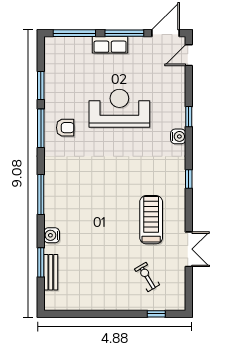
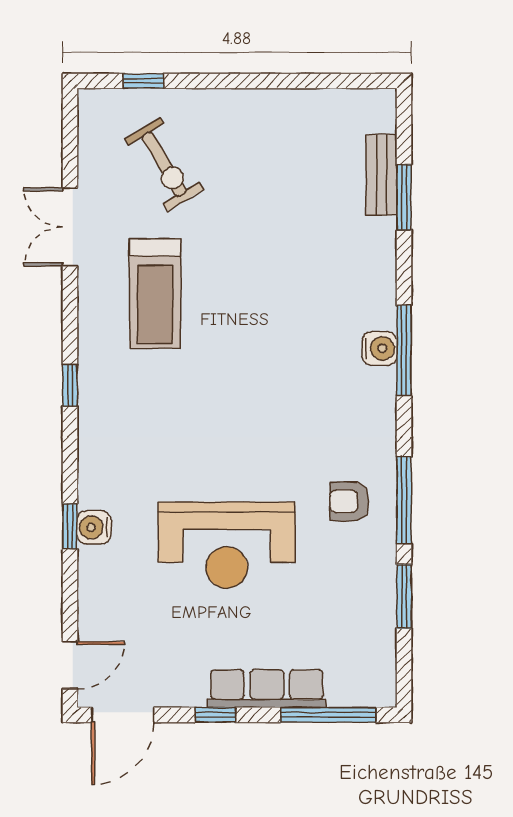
window: (124, 33) -> (215, 715), width x0.46
row of seats: (110, 45) -> (267, 689), width x1.48
water cooler: (178, 136) -> (94, 527), moved
water cooler: (52, 235) -> (380, 348), moved
exercise bike: (147, 277) -> (164, 164), width x1.38, depth x1.39

